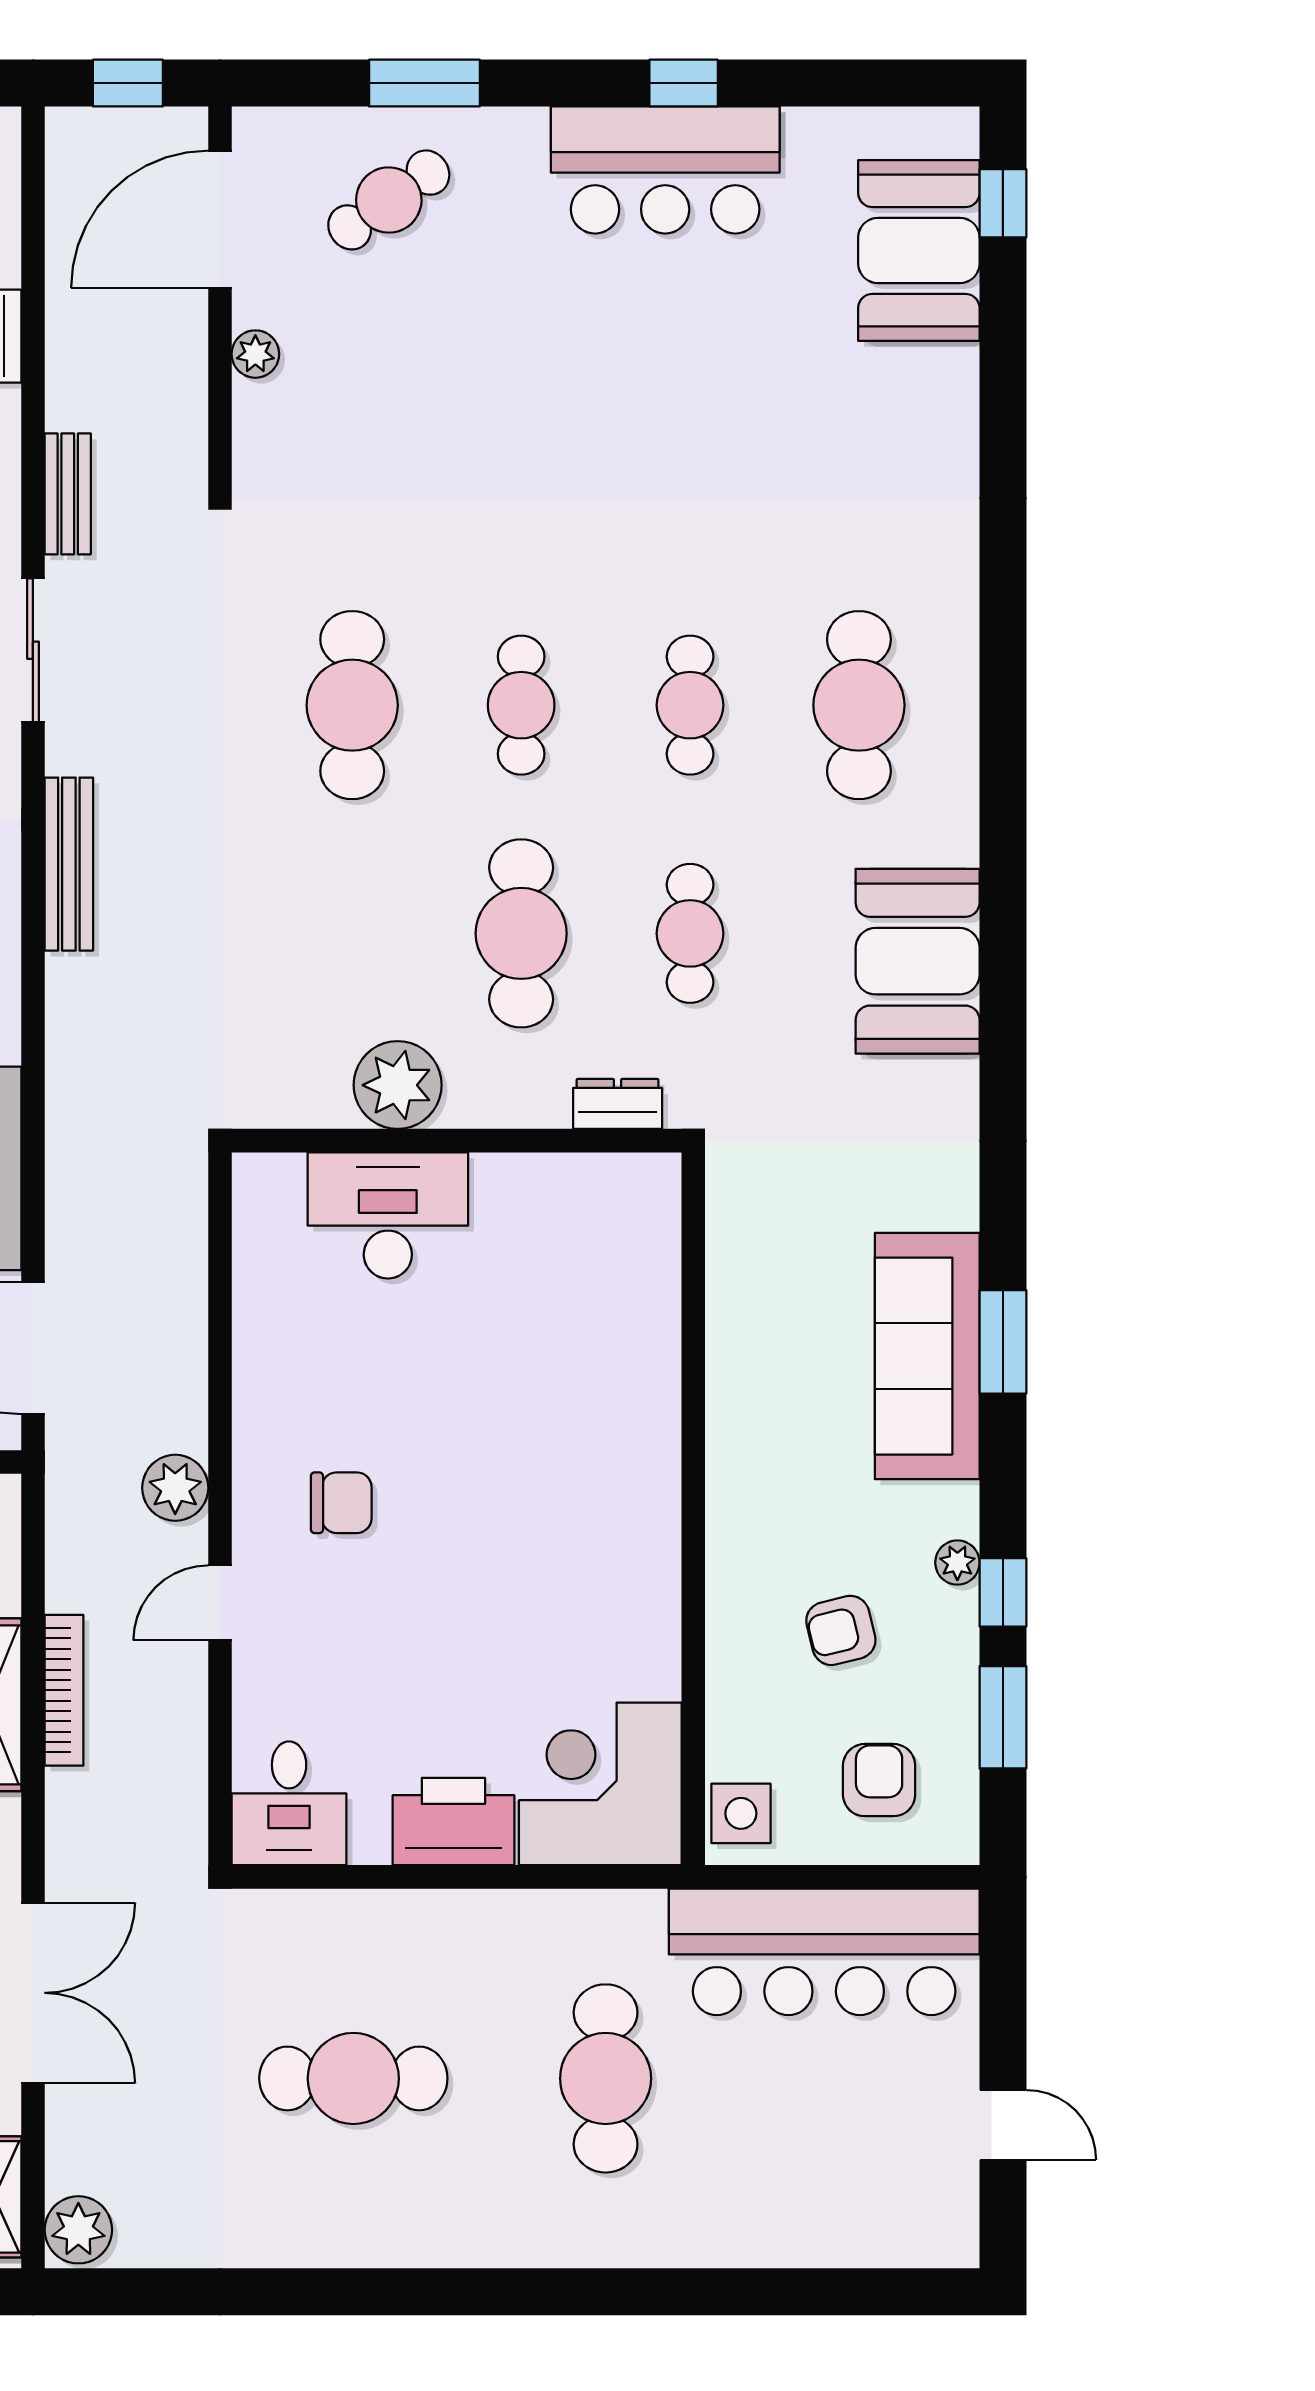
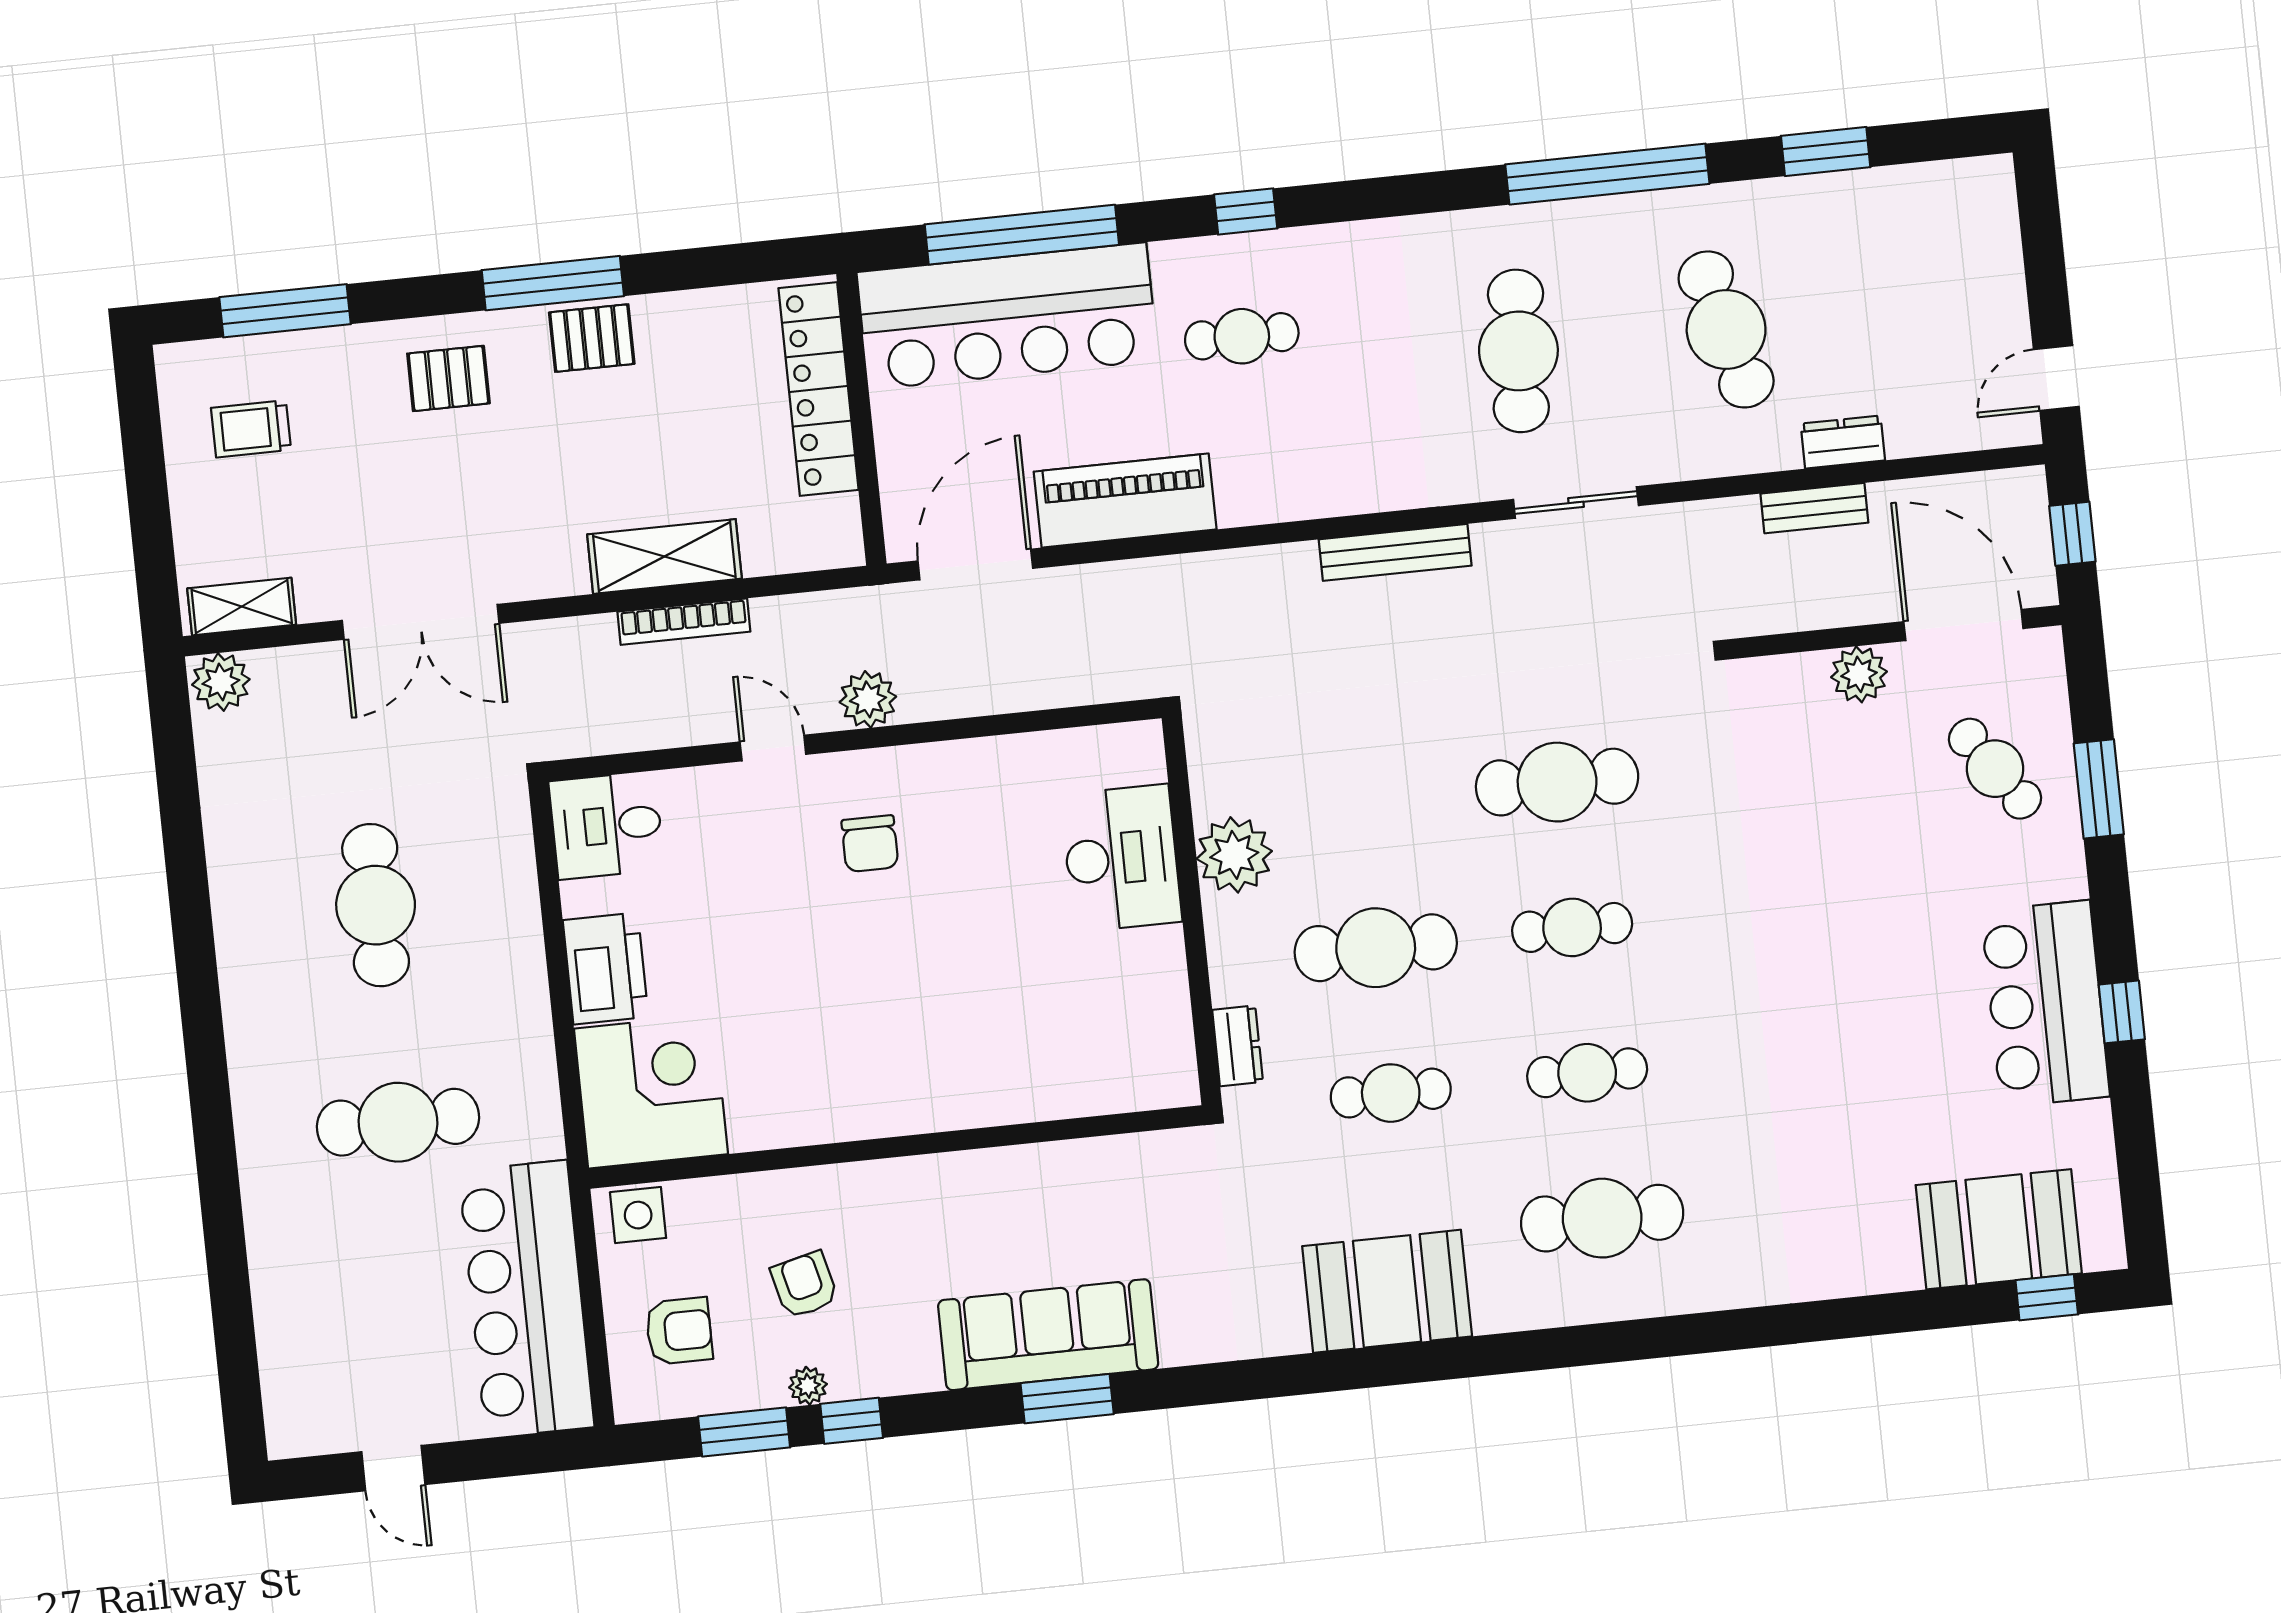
plant: (255, 354) -> (1859, 674), width x1.38, depth x1.38
bench: (68, 494) -> (1814, 508), moved
plant: (957, 1563) -> (808, 1386), moved
door: (1003, 2125) -> (393, 1468), hinge flipped

